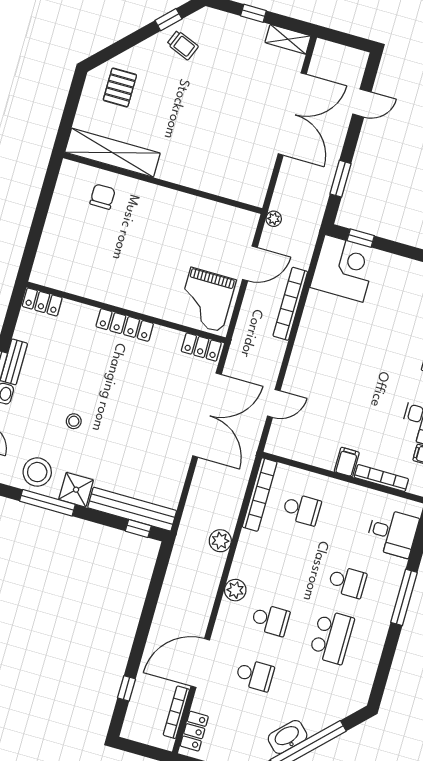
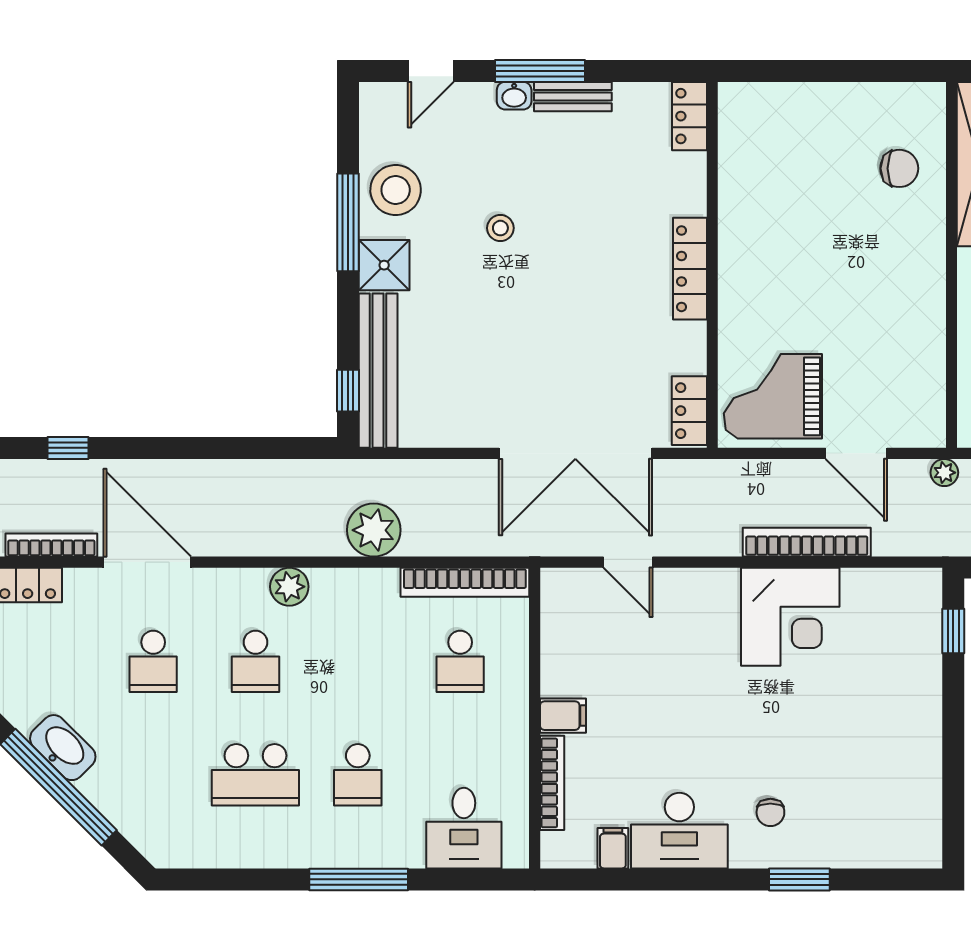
corner desk: (344, 268) -> (790, 617), moved
plant: (220, 541) -> (374, 530), width x1.36, depth x1.36

